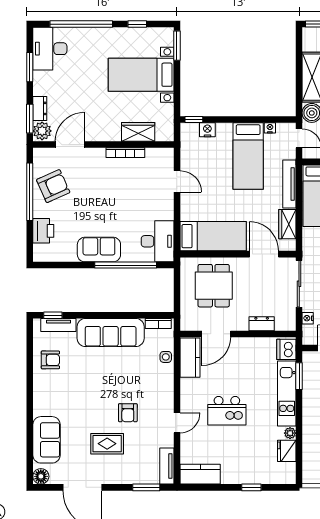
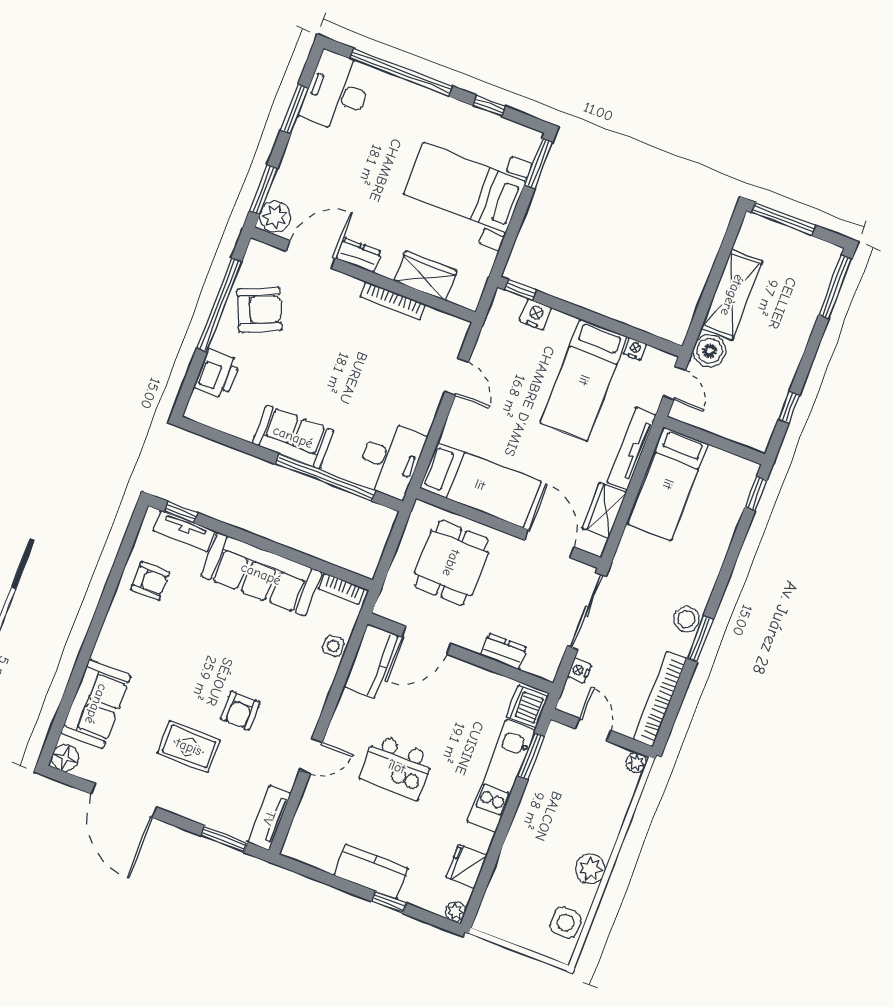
dresser: (40, 108) -> (359, 255), moved, turned -90
plant: (290, 433) -> (455, 911), moved
kitchen counter: (200, 474) -> (371, 872), moved

